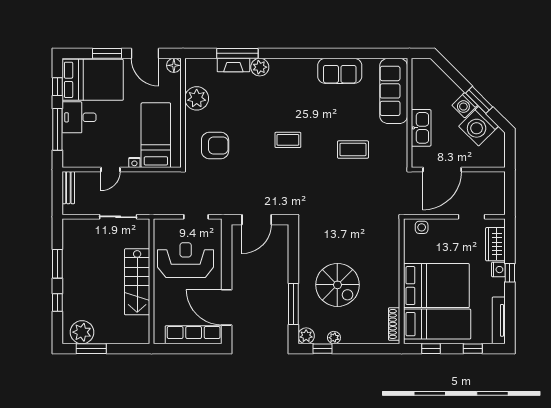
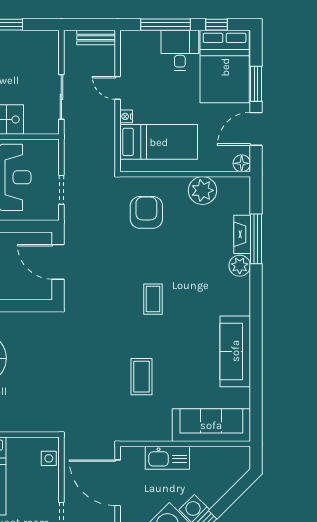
sofa: (340, 71) -> (235, 351), width x1.36
armchair: (215, 145) -> (146, 212), turned 180

